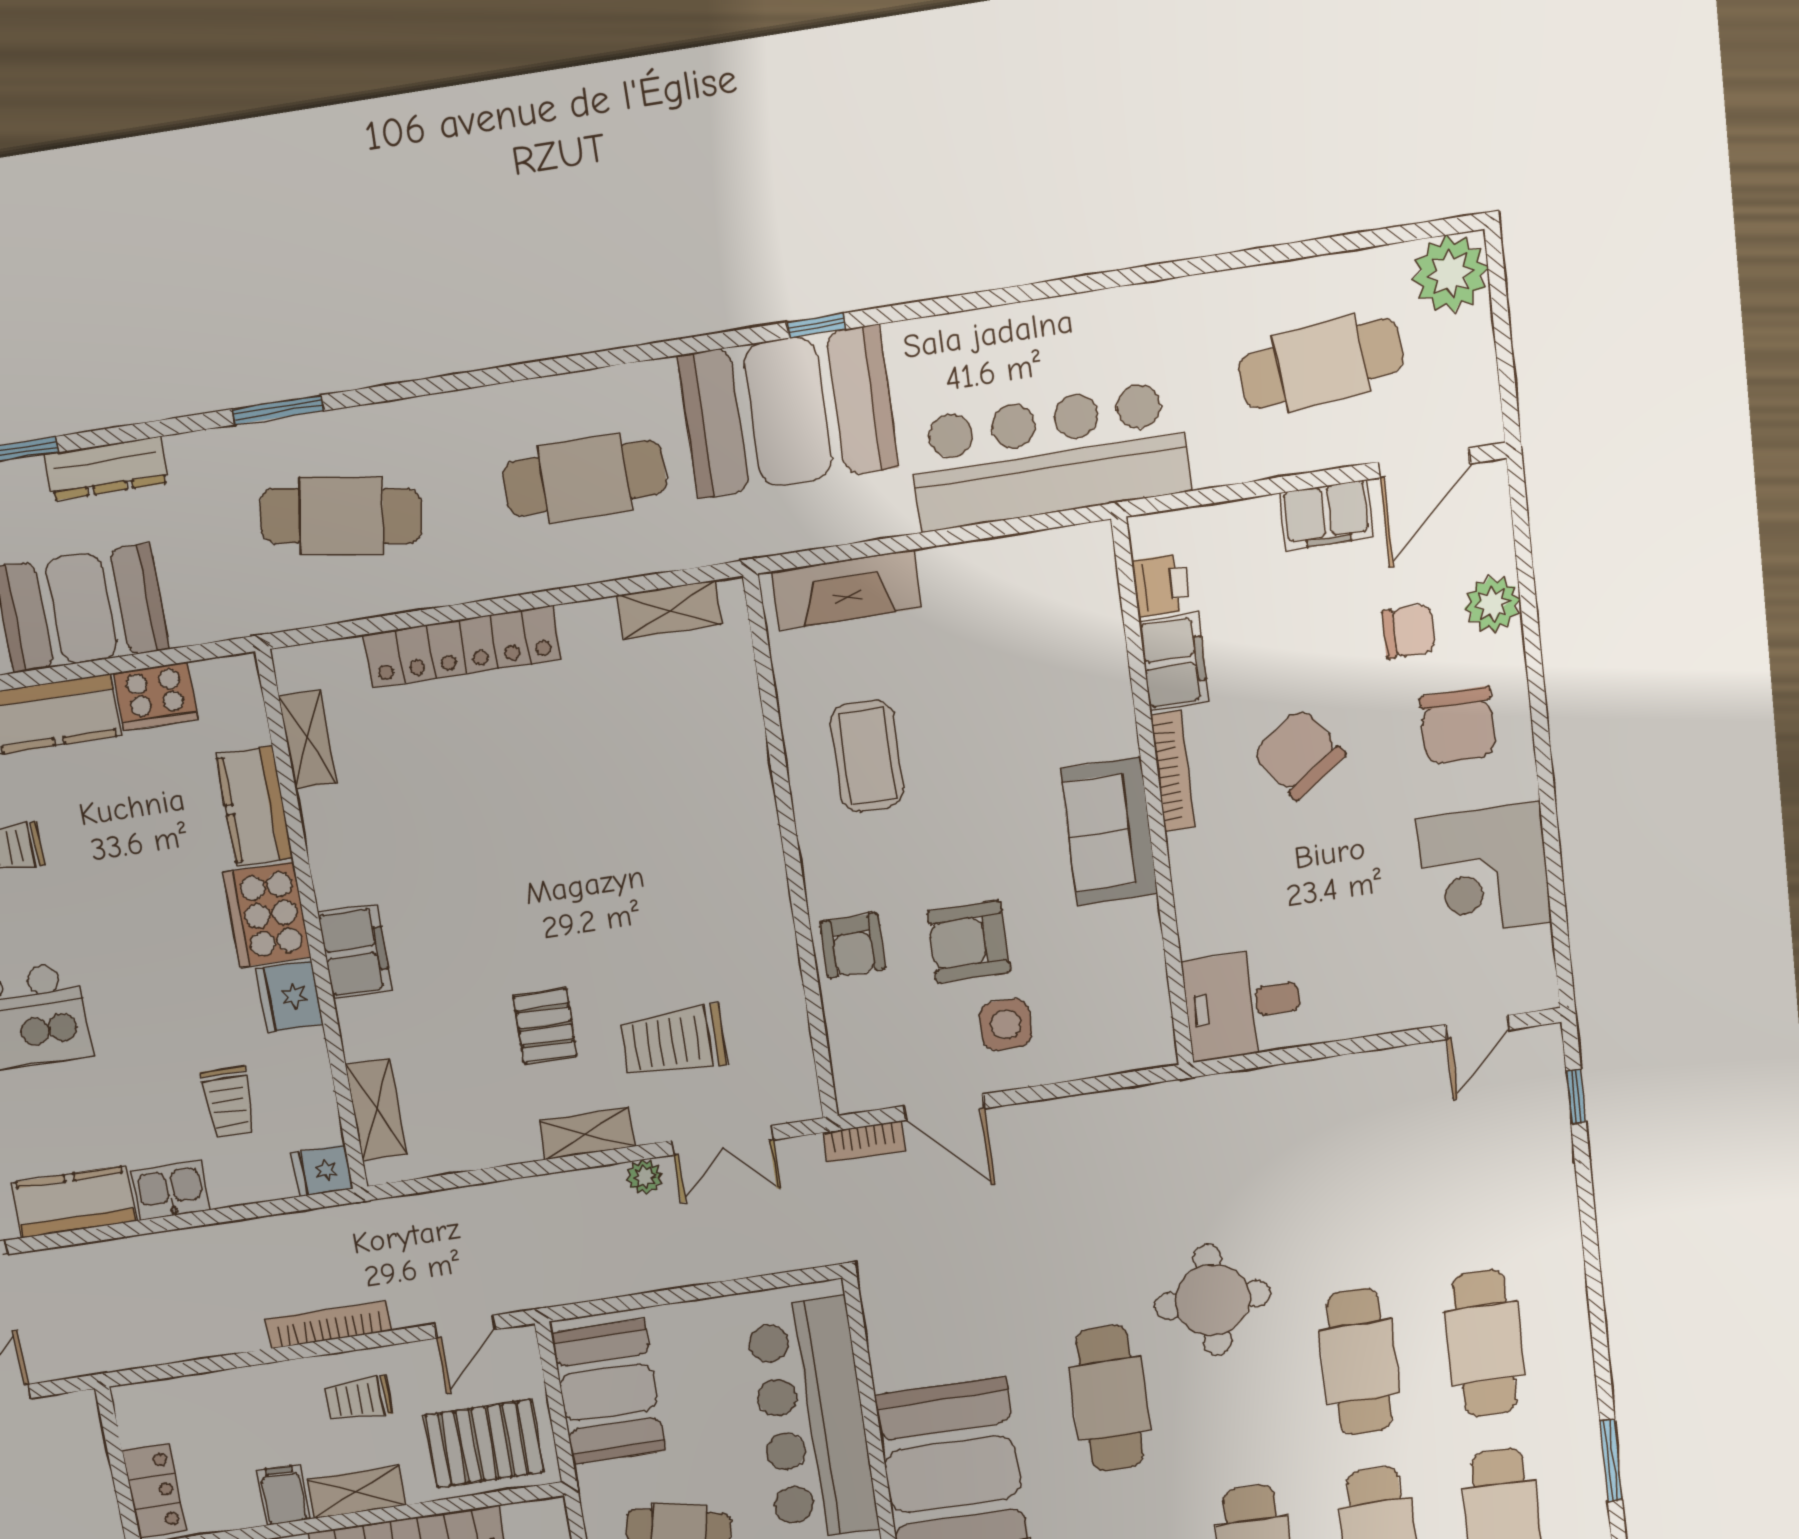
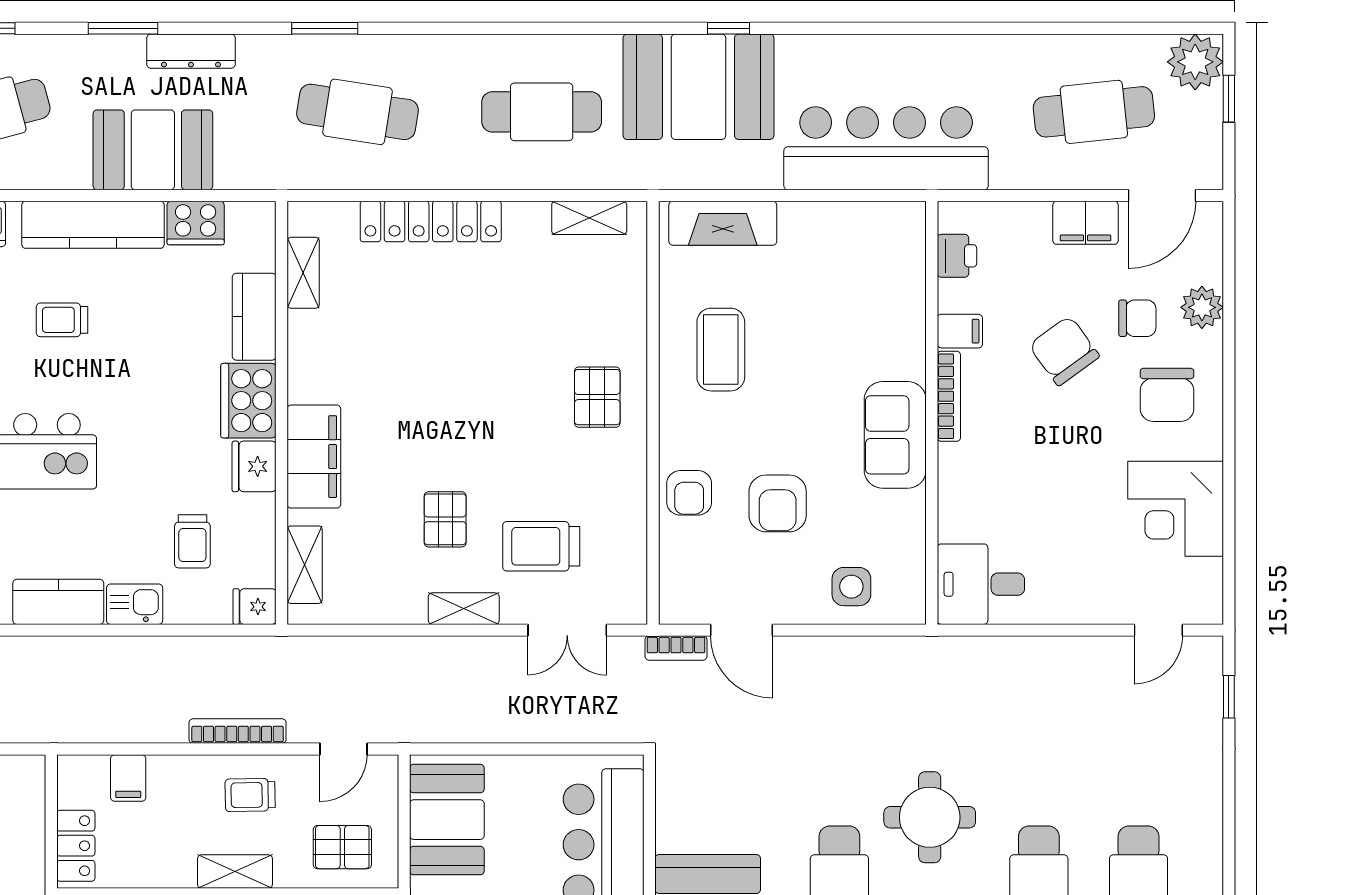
window: (1501, 317) -> (1229, 99), added
filing cabinet: (1174, 662) -> (960, 331), width x0.50
chair: (1299, 754) -> (1064, 351), moved
pallet: (716, 842) -> (597, 397), added
armchair: (968, 942) -> (778, 503), turned -90
filing cabinet: (355, 952) -> (314, 457), width x1.50, depth x1.17
side table: (1006, 1024) -> (851, 587), moved
plant: (645, 1177) -> (502, 650), removed
pallet: (484, 1444) -> (342, 847), width x0.67, depth x0.71
filing cabinet: (284, 1495) -> (128, 778), moved, turned 180

